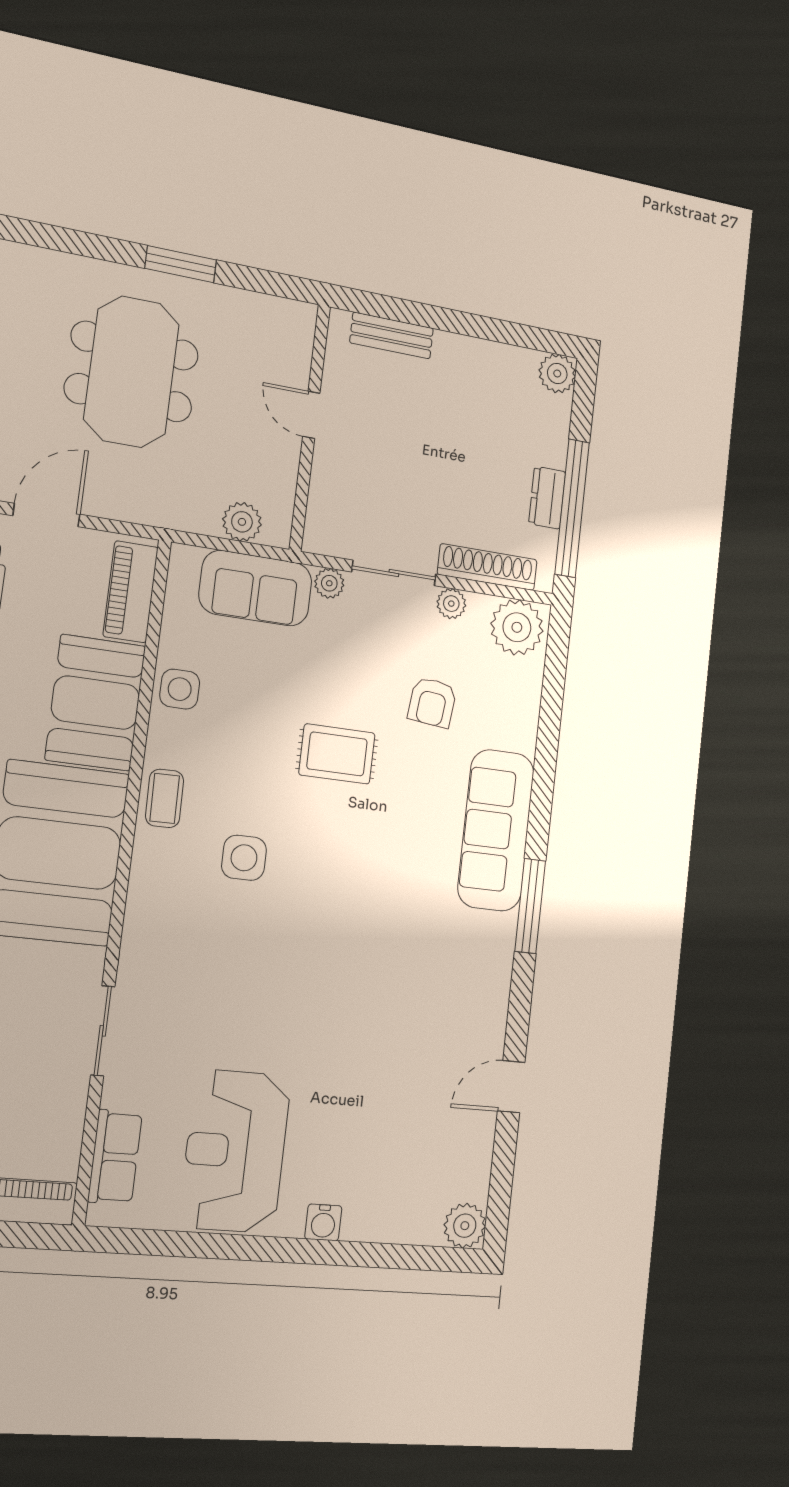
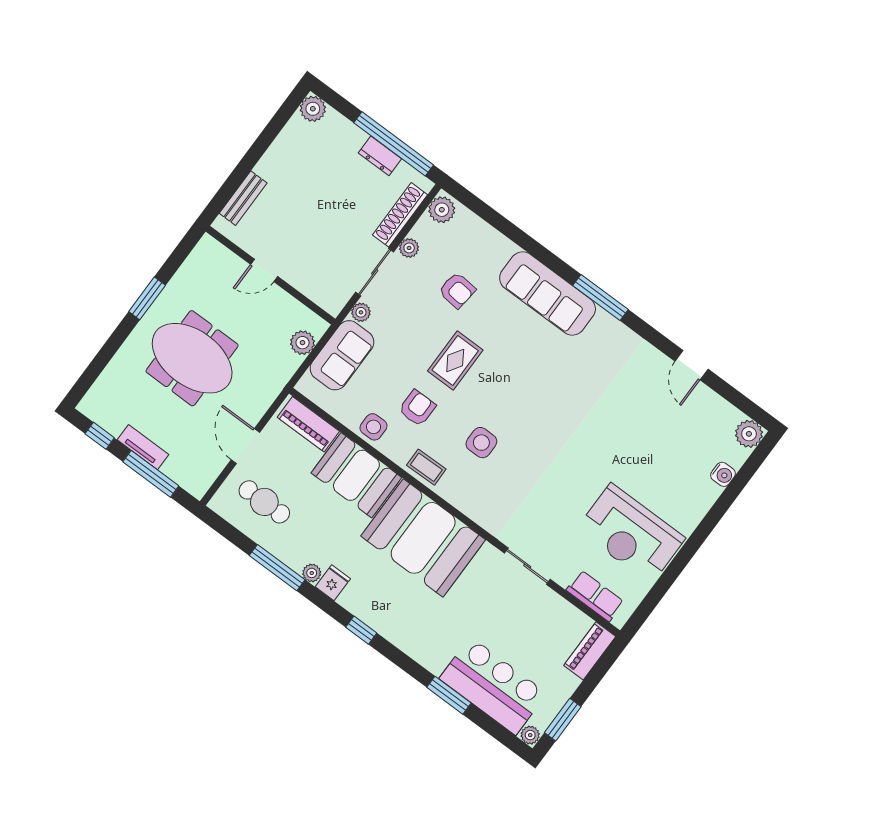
plant: (517, 627) -> (442, 210), width x0.73, depth x0.73
armchair: (242, 737) -> (417, 408), added
water cooler: (323, 1222) -> (723, 474), moved

